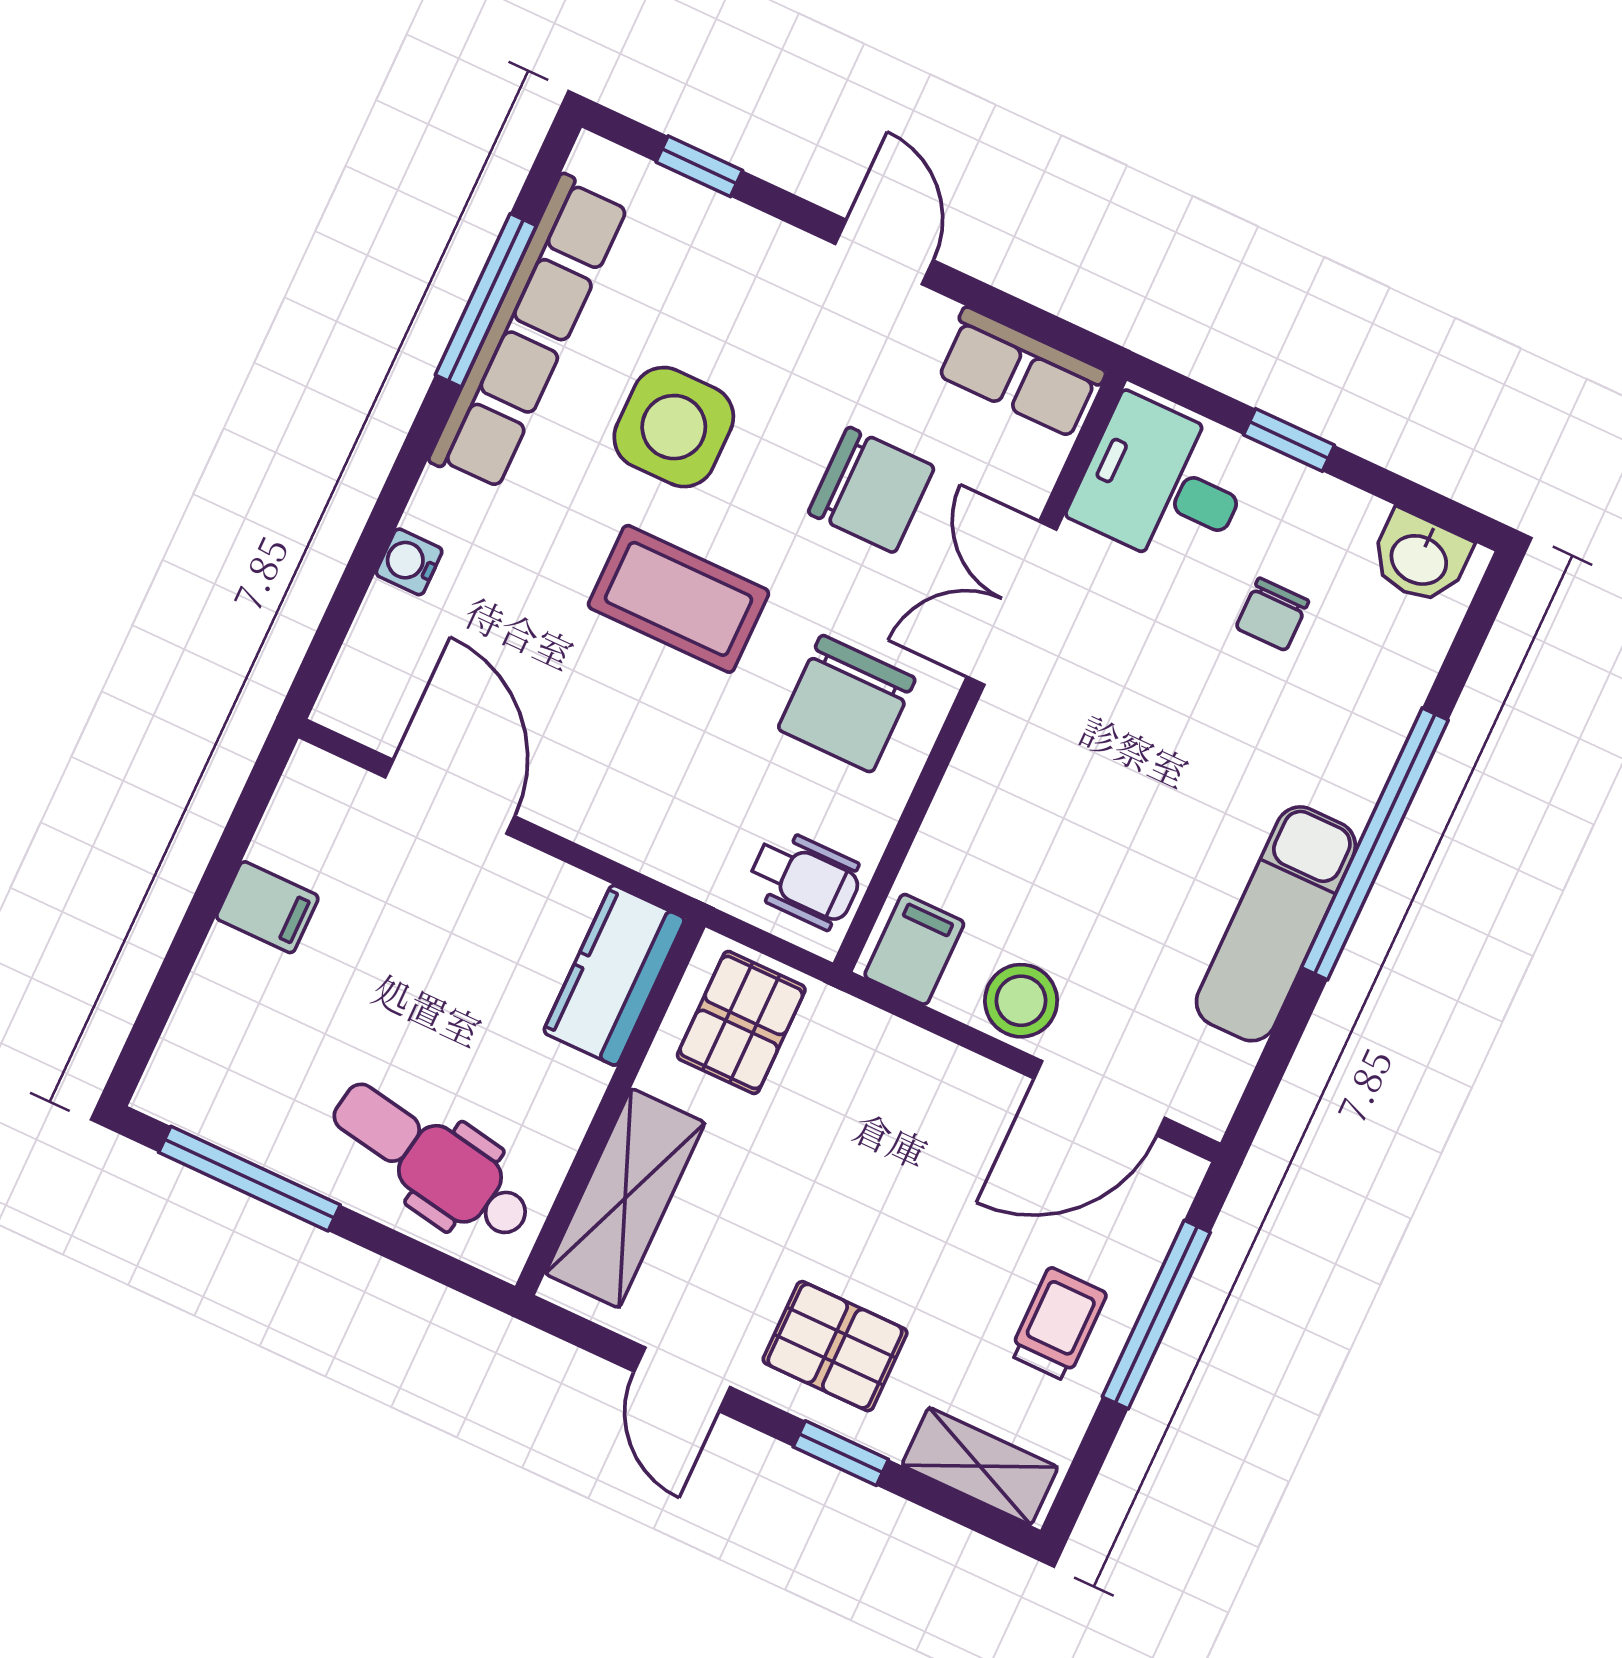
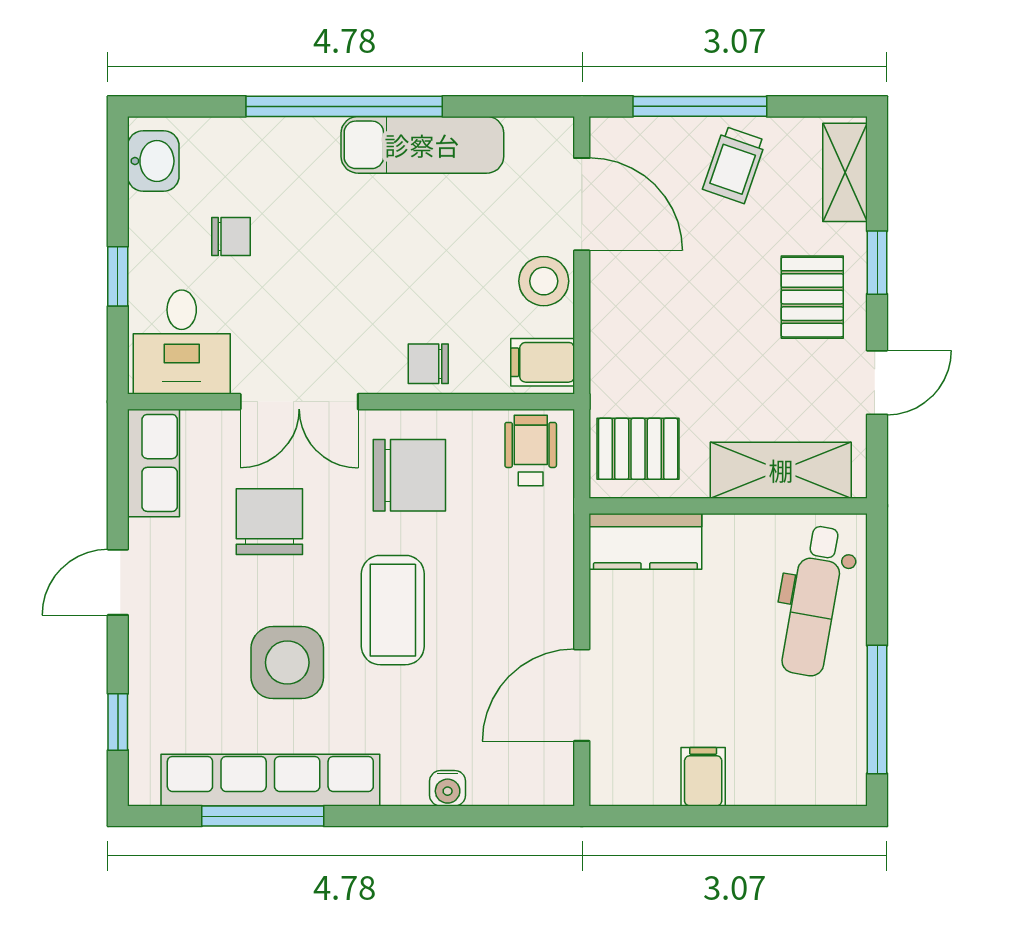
chair: (982, 797) -> (428, 364), added
trolley: (1058, 1324) -> (734, 165), turned -71

